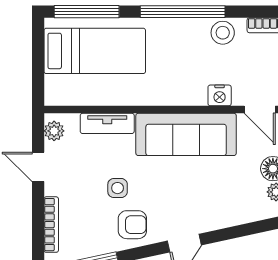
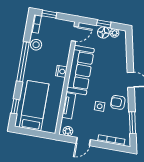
window: (87, 12) -> (15, 106), width x0.46
nightstand: (220, 95) -> (61, 71), moved
armchair: (132, 225) -> (118, 102), turned -90

